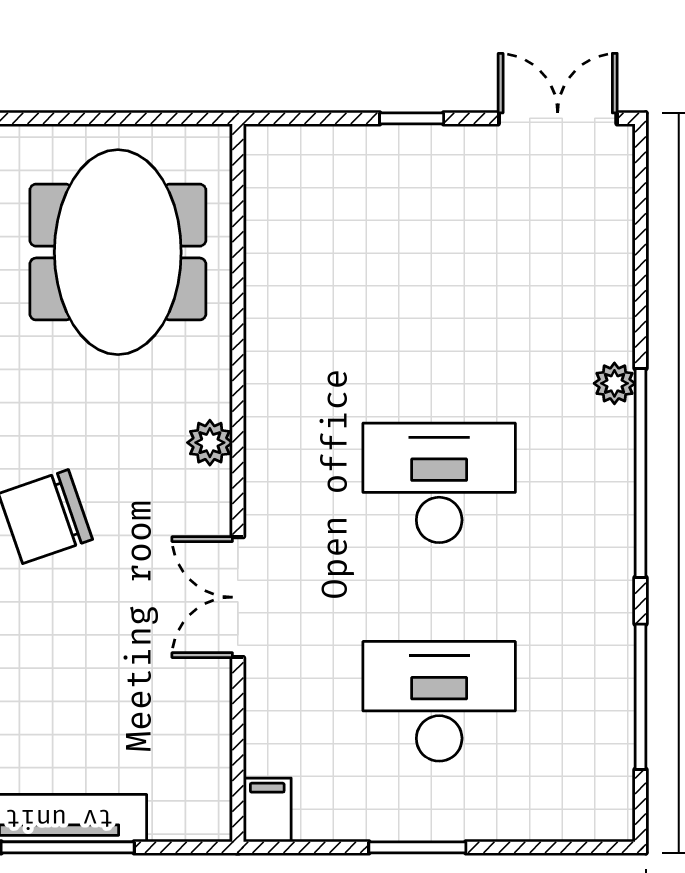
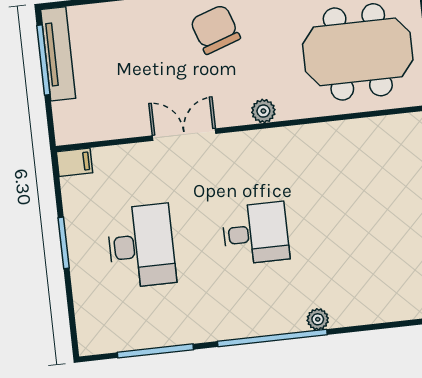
desk: (439, 483) -> (256, 233), width x0.73

